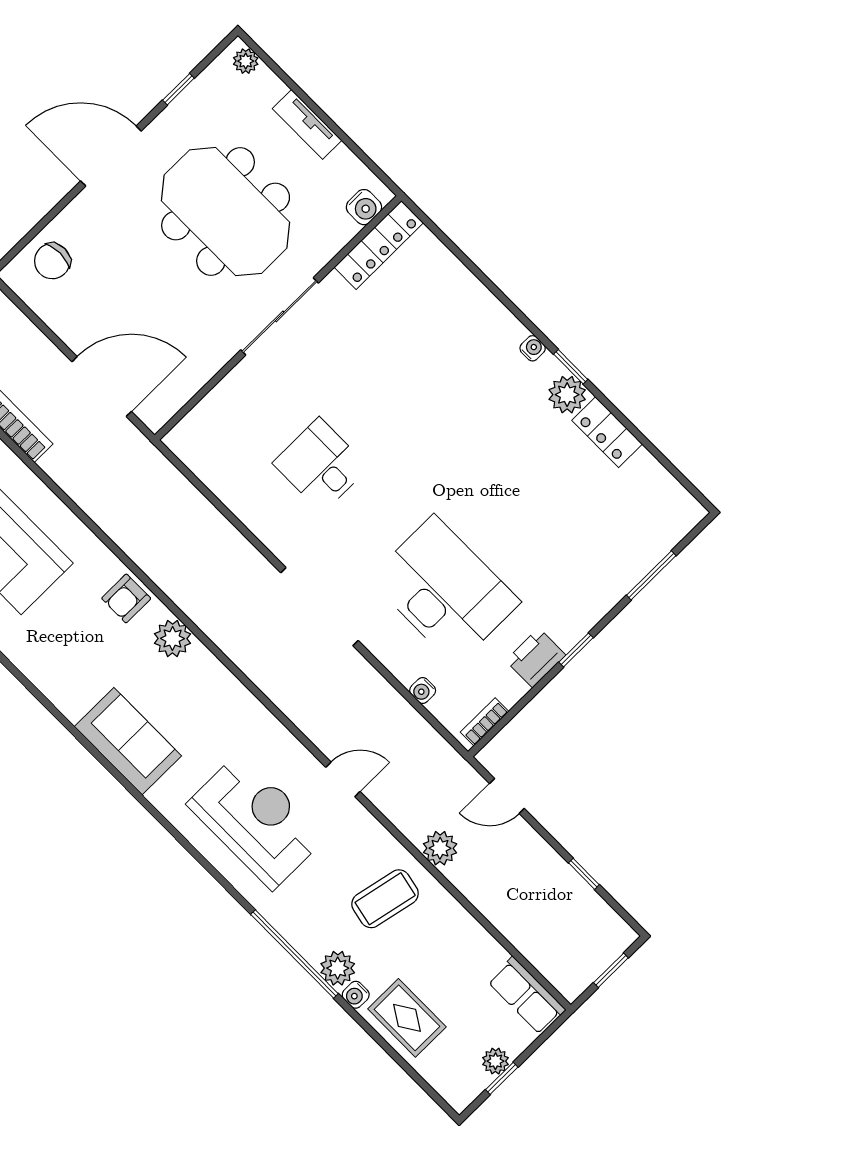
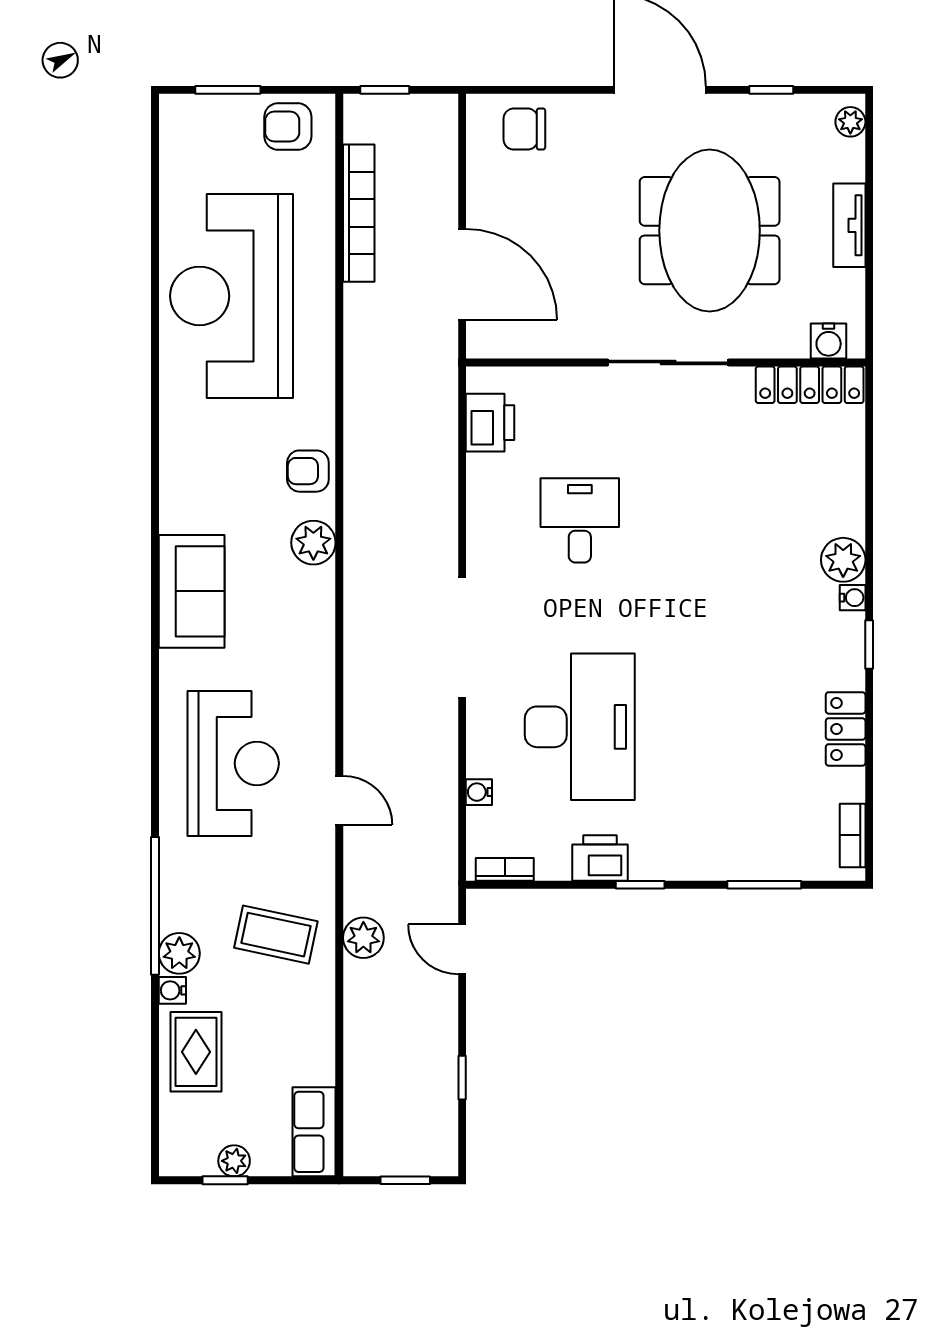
plant: (567, 395) -> (843, 560), moved
printer: (208, 460) -> (490, 423), added
bookcase: (675, 493) -> (853, 835), added

